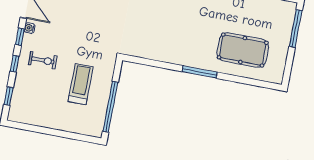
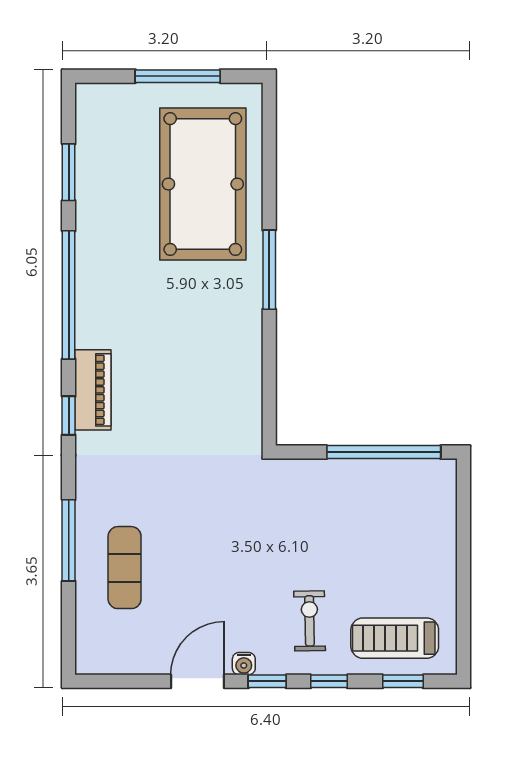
window: (296, 28) -> (178, 76), moved
pool table: (243, 50) -> (203, 184), width x1.36, depth x1.32
treadmill: (81, 84) -> (395, 638), moved

